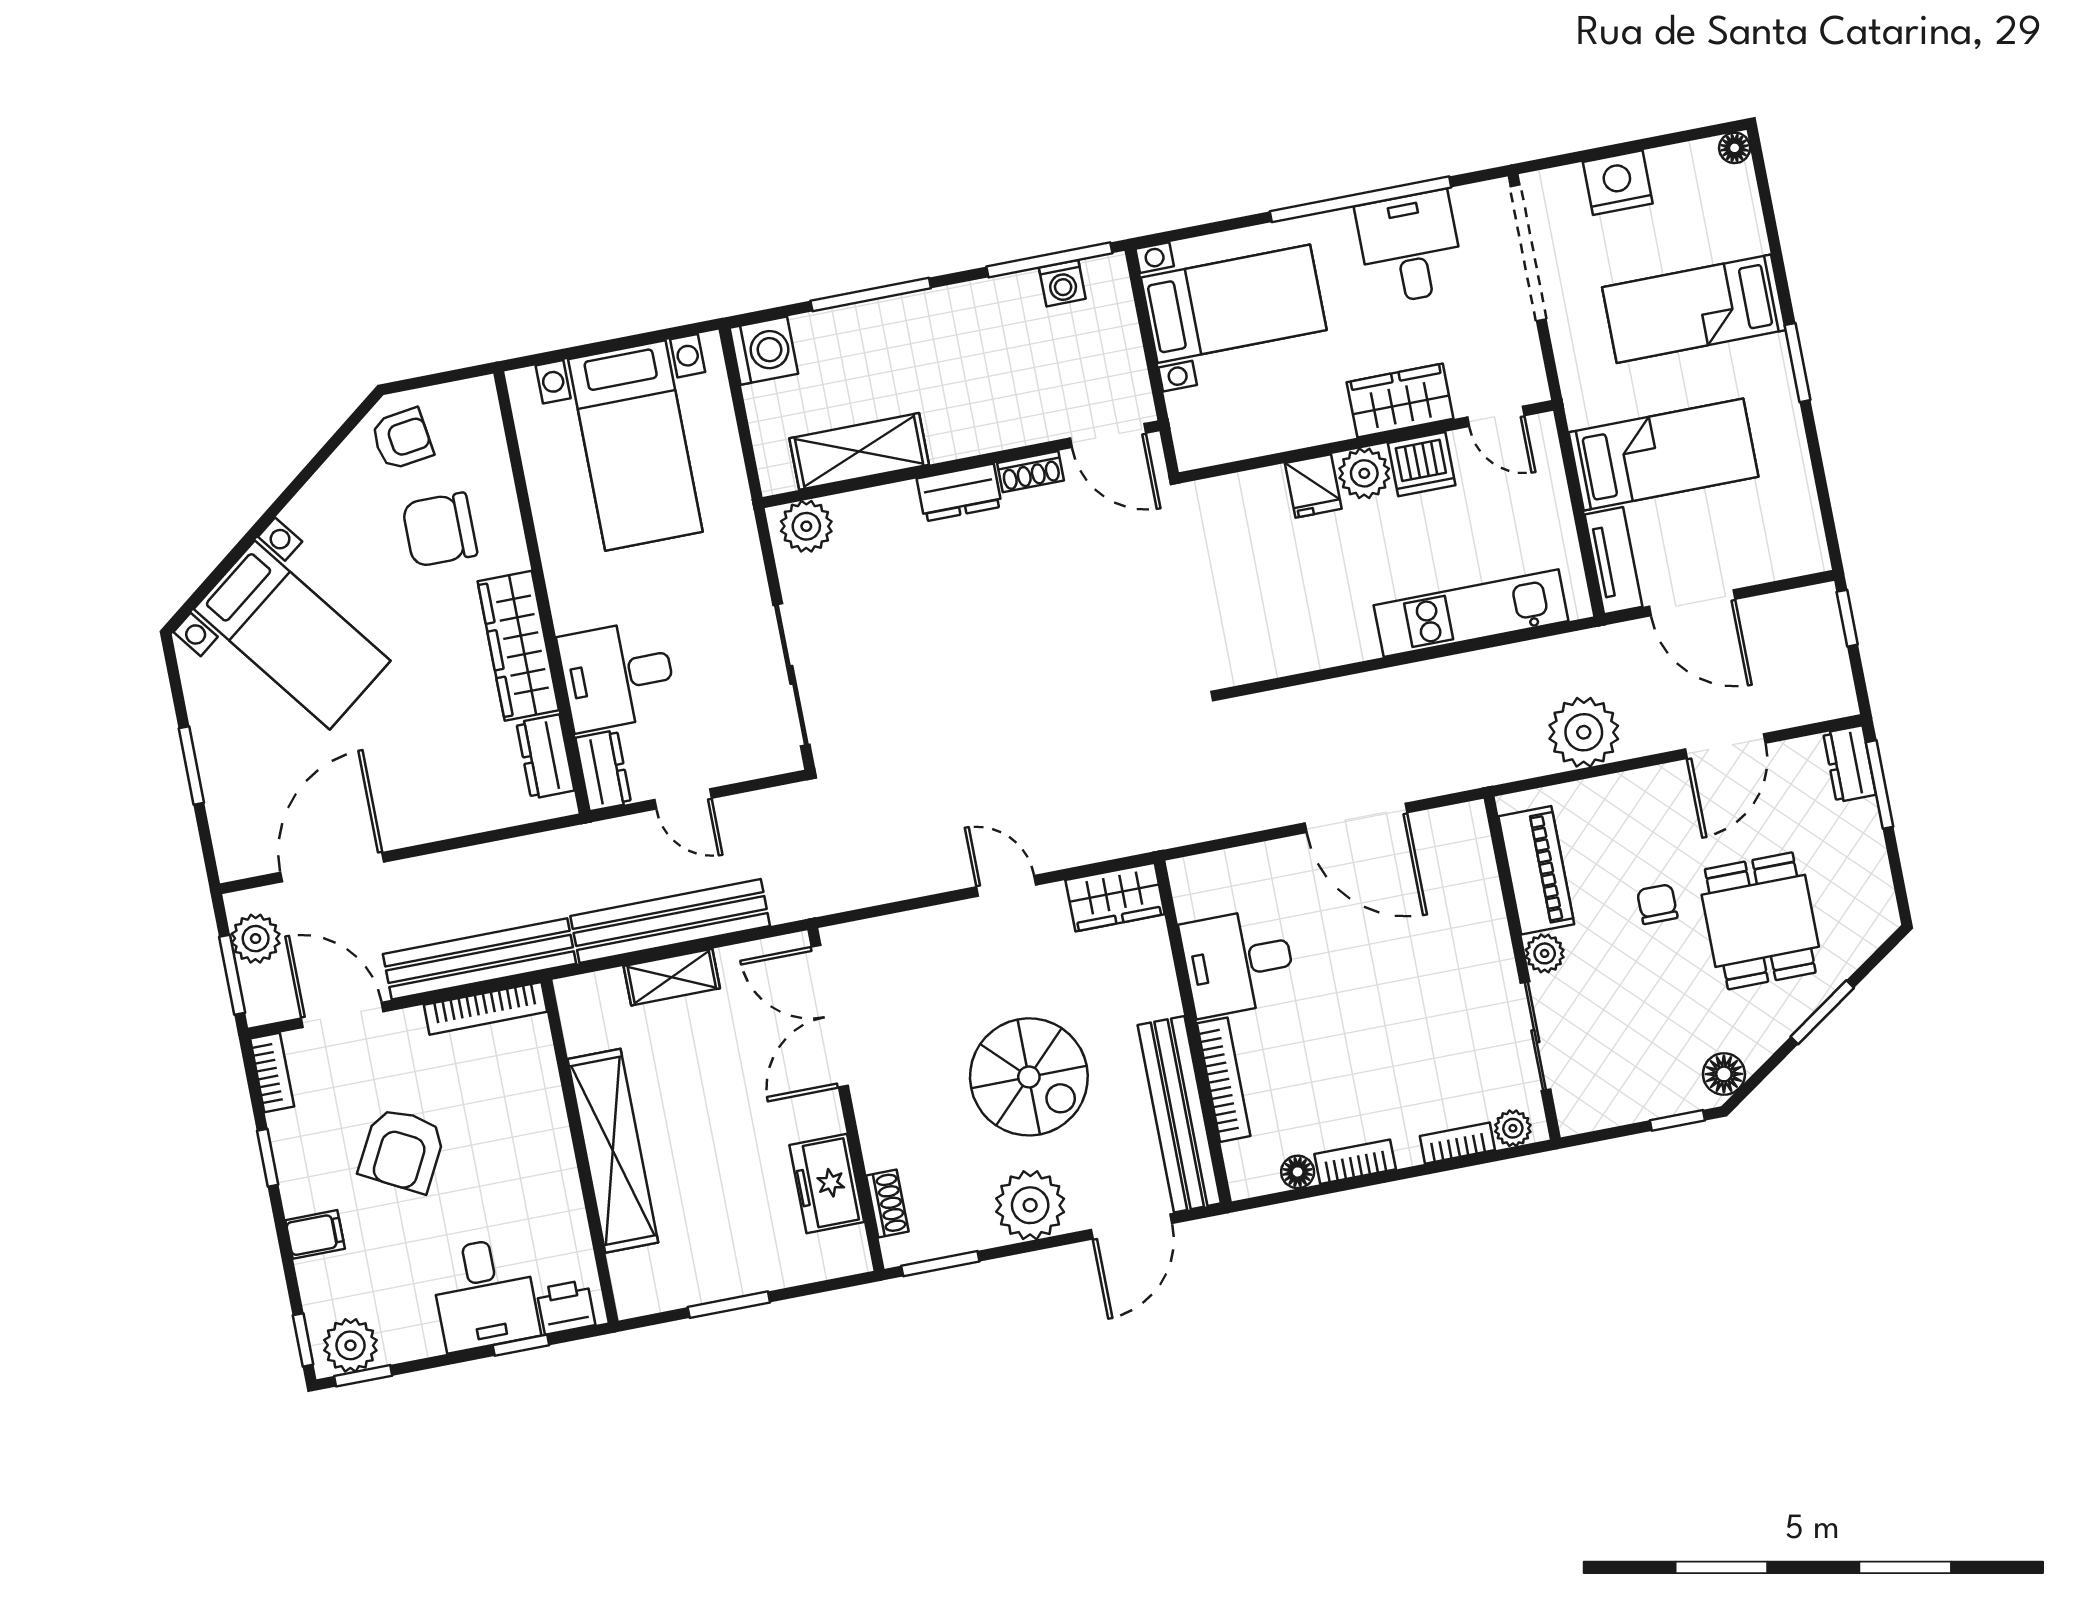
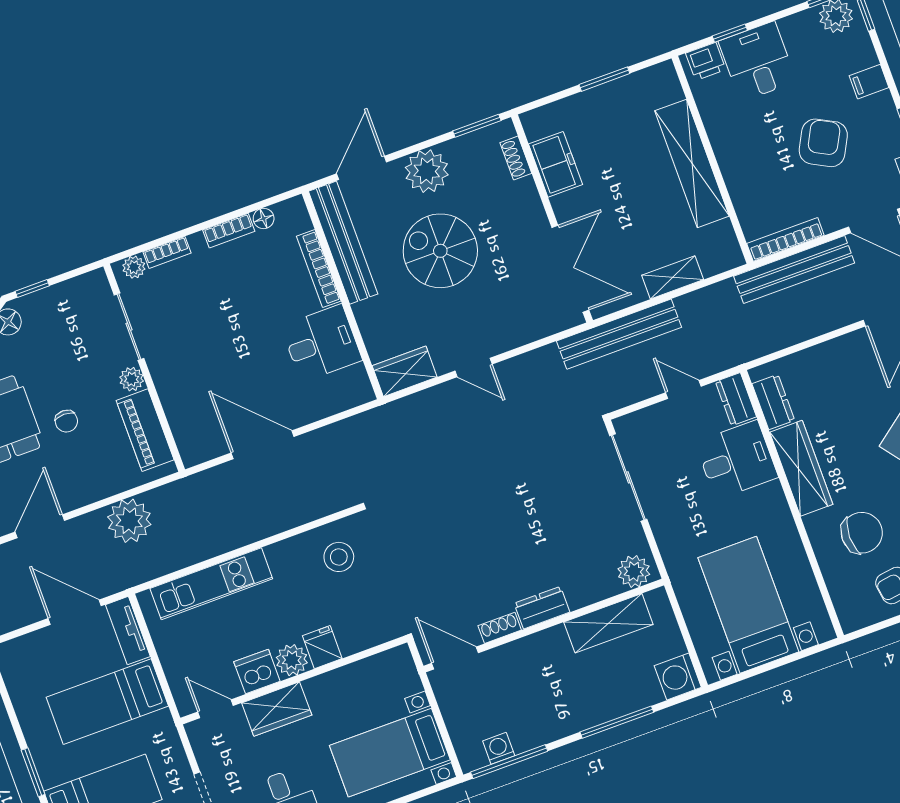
stool: (1265, 623) -> (339, 557), added
bench: (670, 921) -> (619, 334), moved

